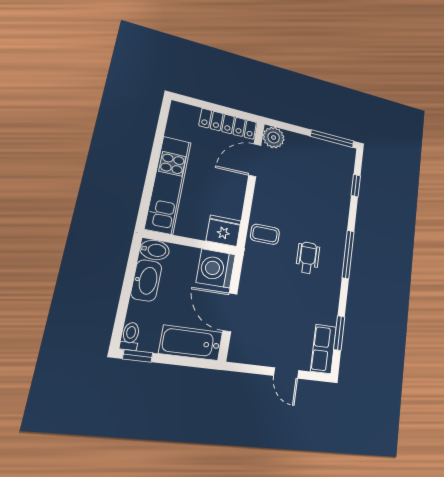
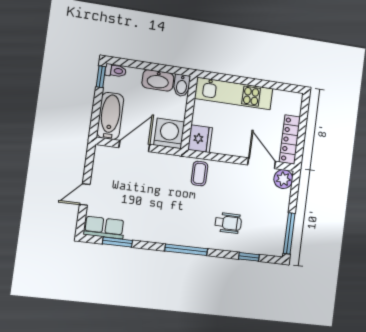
wheelchair: (308, 258) -> (228, 223), moved

